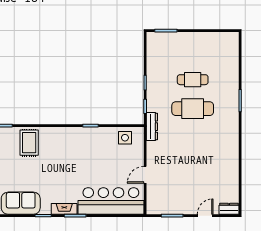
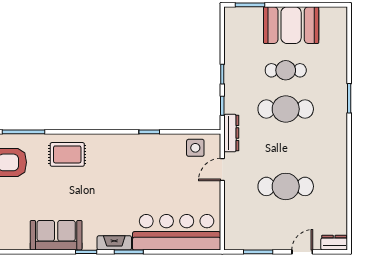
booth: (197, 46) -> (291, 25), added
rug: (29, 143) -> (67, 154), turned 90
cafe table: (193, 167) -> (286, 186), added
door: (145, 175) -> (222, 169), moved

